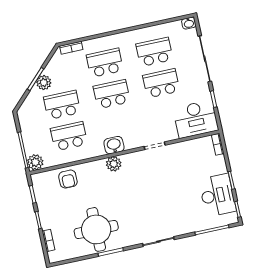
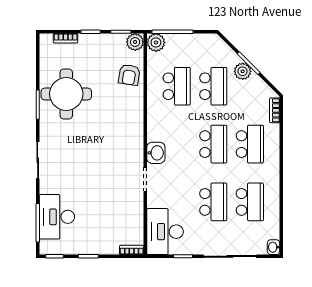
washbasin: (114, 145) -> (156, 153), moved
plant: (114, 164) -> (135, 42), moved
armchair: (68, 179) -> (129, 75), turned -81
desk: (217, 195) -> (57, 217), moved, turned 90

